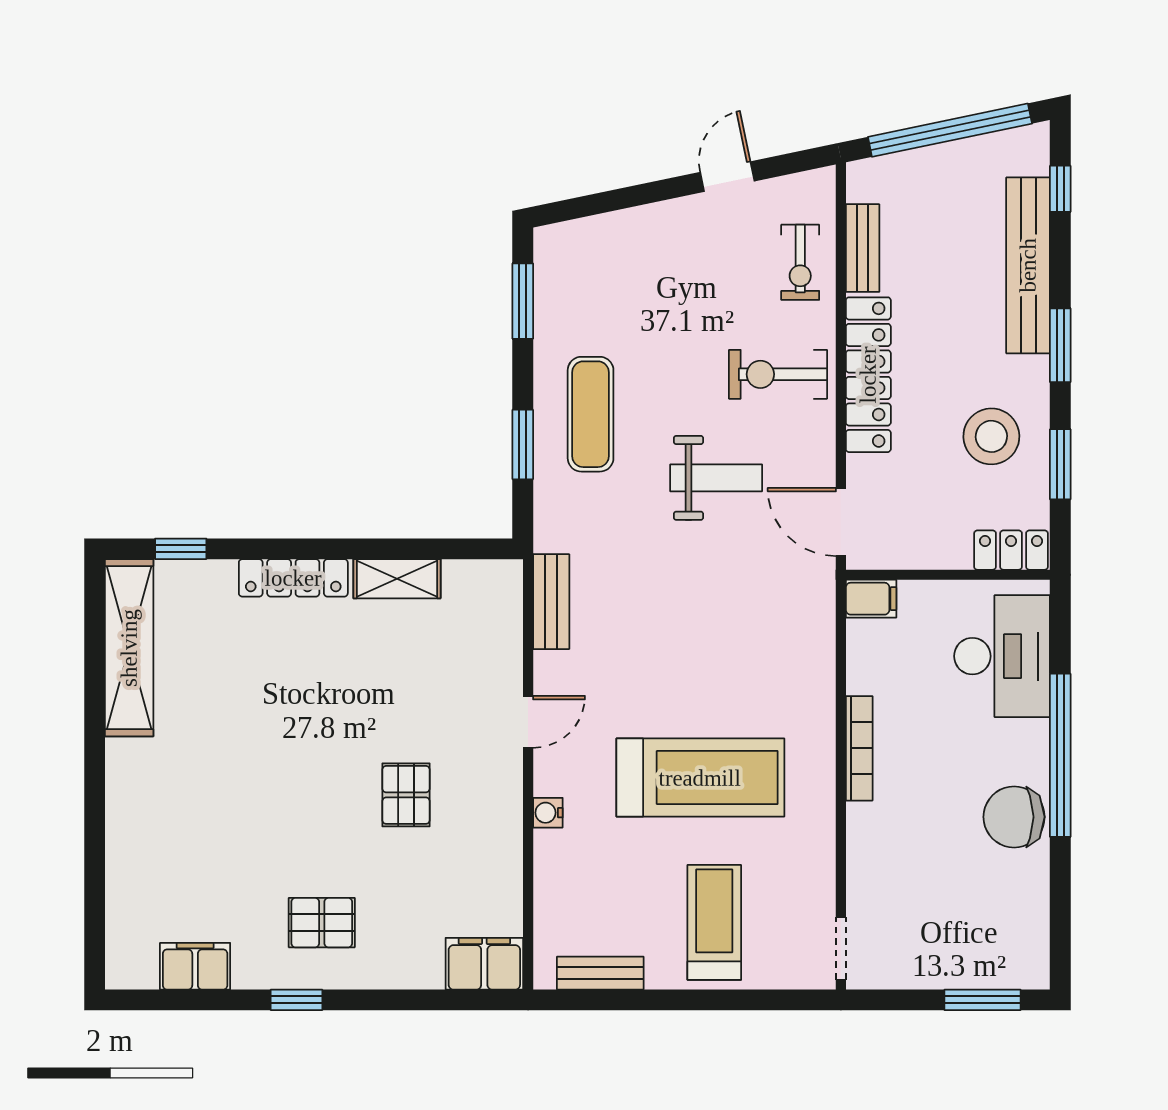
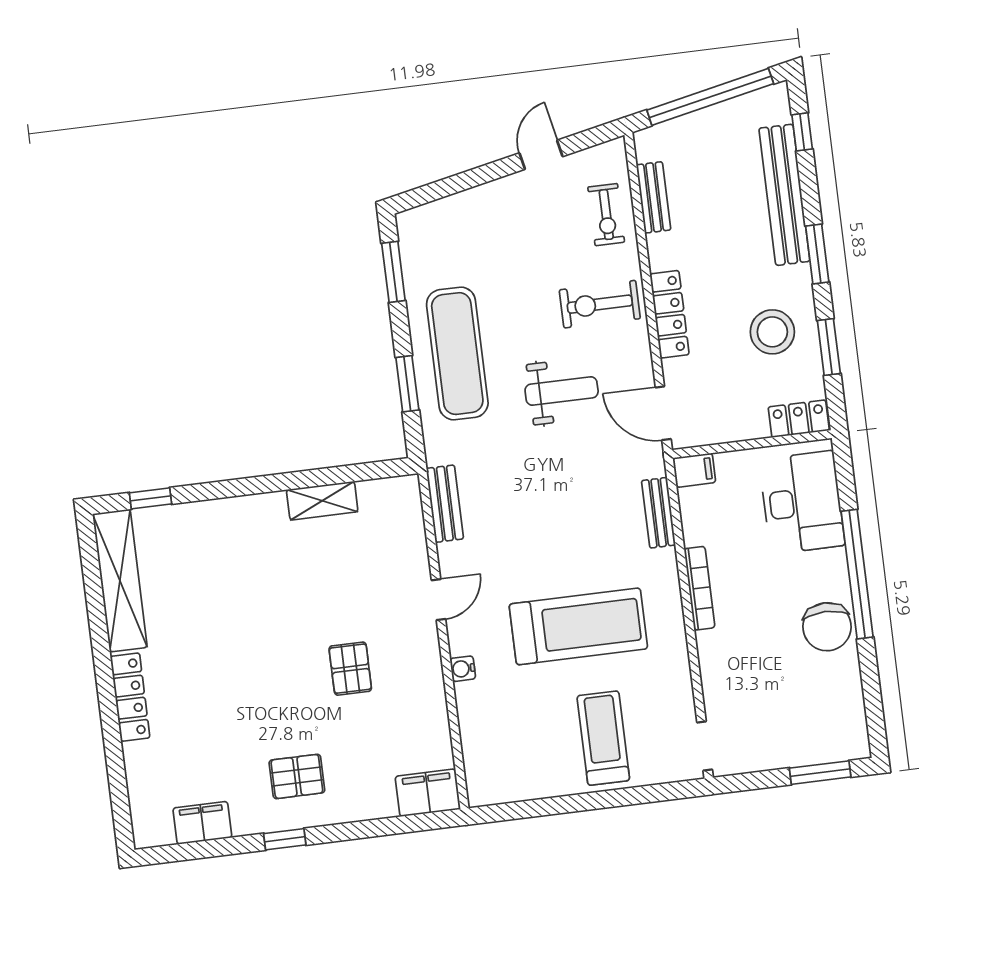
locker: (868, 375) -> (670, 314), width x0.71, depth x0.83
exercise mat: (591, 414) -> (457, 354), width x1.36, depth x1.45
locker: (293, 578) -> (130, 697), moved, turned -90
chair: (1014, 817) -> (827, 627), turned -90
bench: (600, 973) -> (659, 513), moved, turned 90

